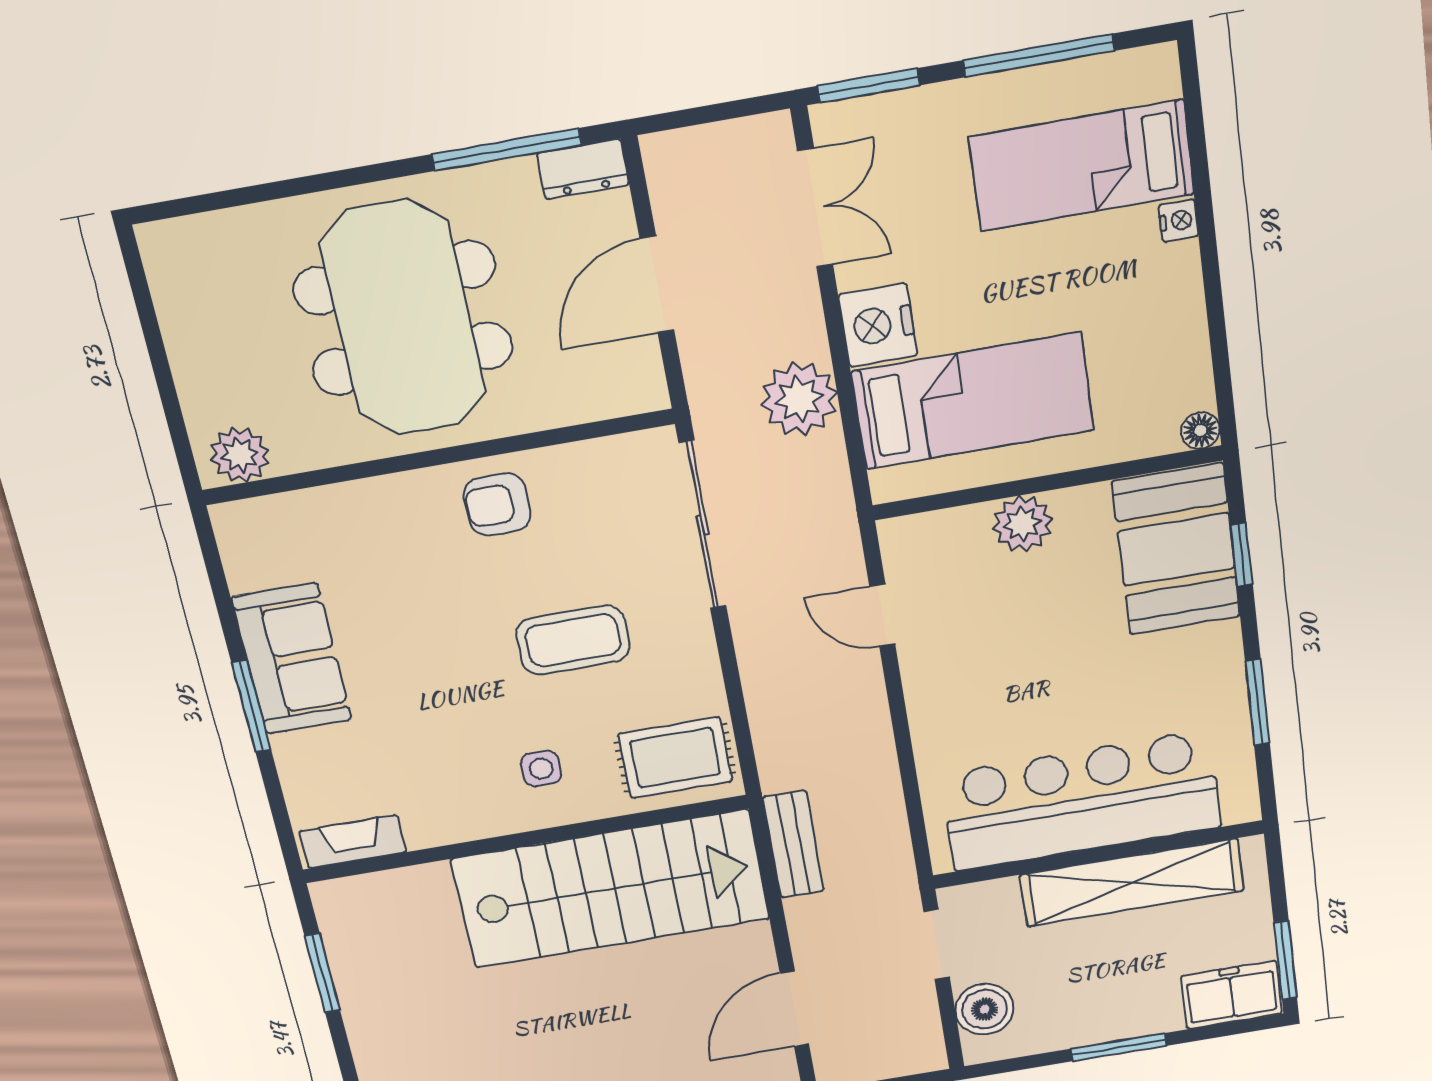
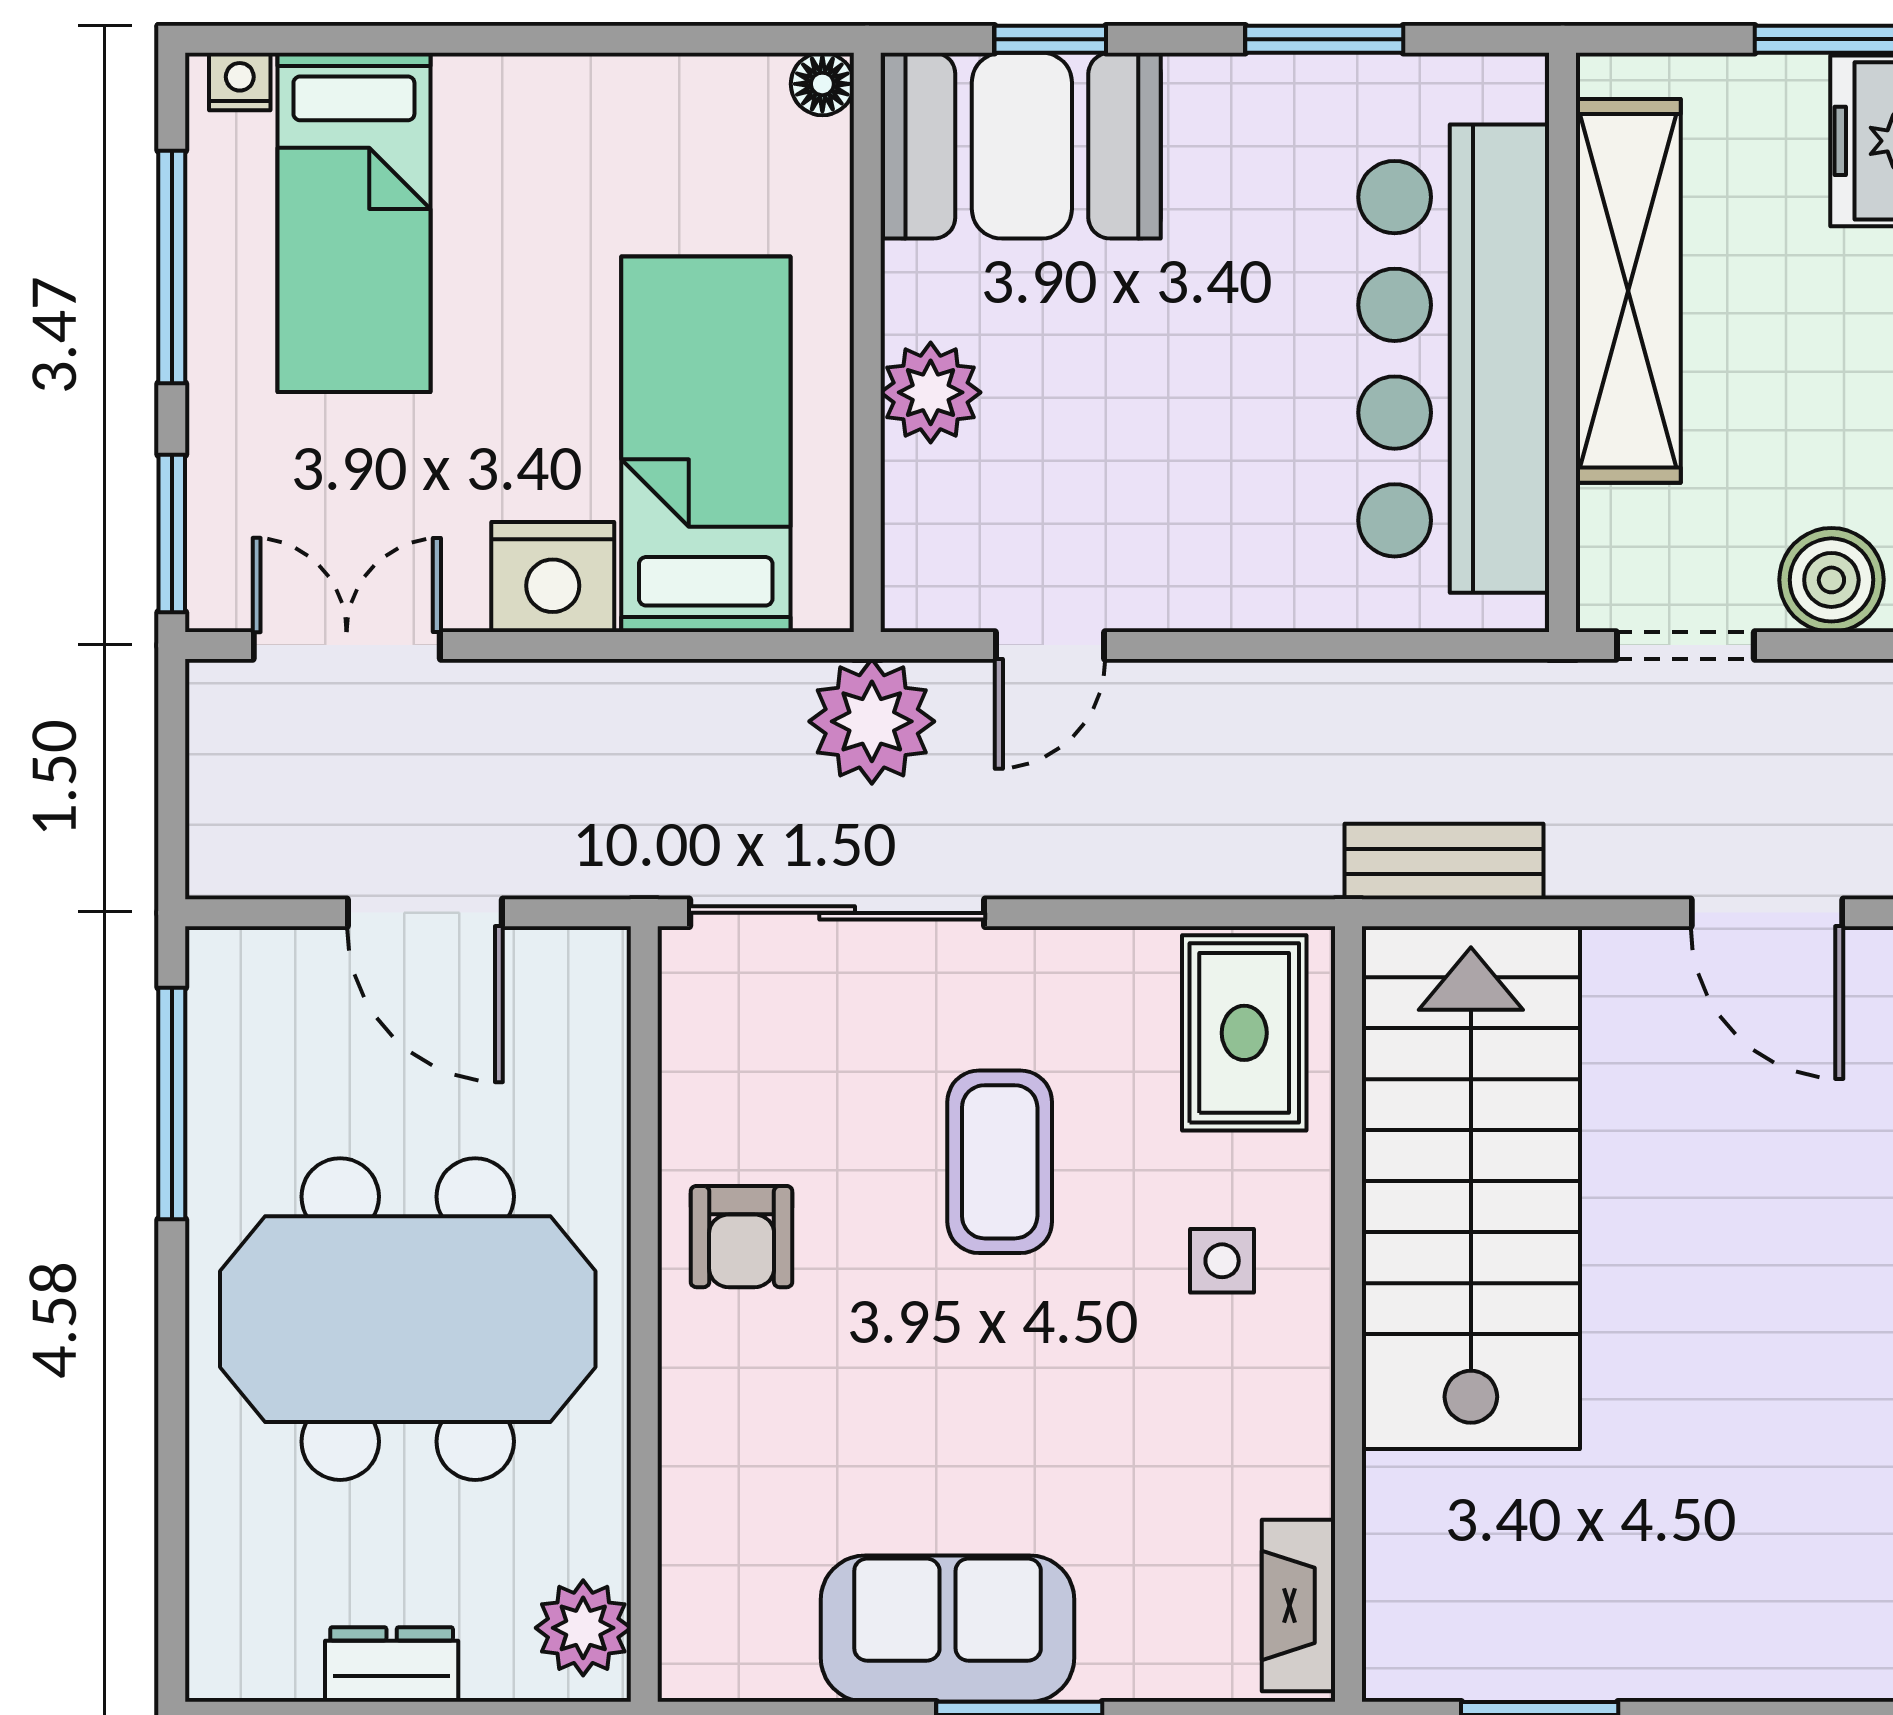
dresser: (583, 169) -> (392, 1664), moved, turned -90
nightstand: (1178, 220) -> (240, 81), moved
plant: (799, 399) -> (872, 721), moved

